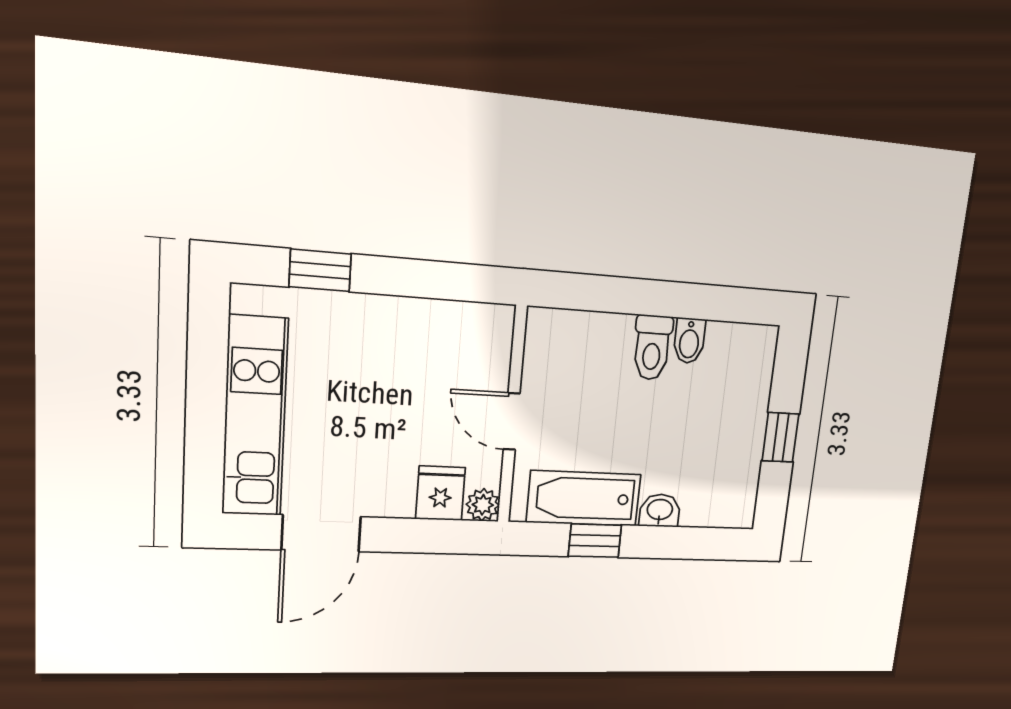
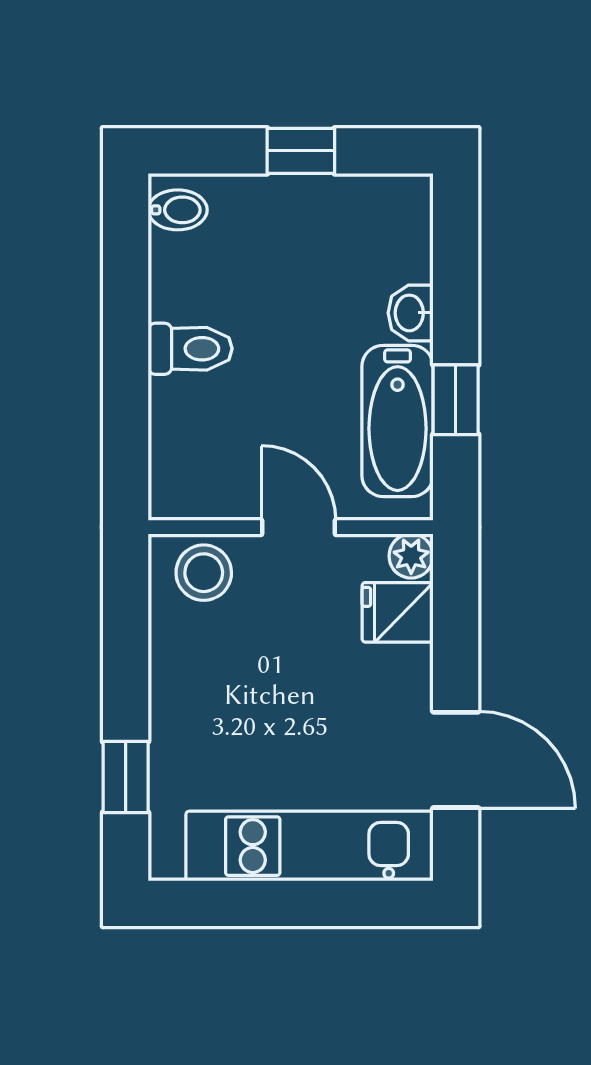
bidet: (689, 341) -> (178, 210), moved
stool: (483, 346) -> (204, 573), added
door: (512, 421) -> (298, 527), swing flipped

